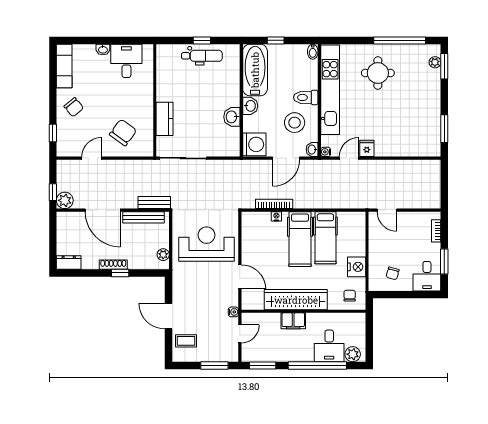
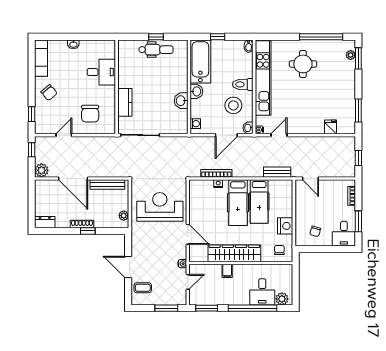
desk: (126, 61) -> (101, 72), moved, turned 90
chair: (123, 132) -> (90, 114), turned 144
washing machine: (254, 144) -> (195, 124), width x0.53, depth x0.53
fridge: (367, 148) -> (330, 127), moved
window: (444, 185) -> (358, 158), added
window: (53, 192) -> (32, 150), moved
bench: (154, 203) -> (277, 172), moved
filing cabinet: (293, 321) -> (227, 271), width x0.50

